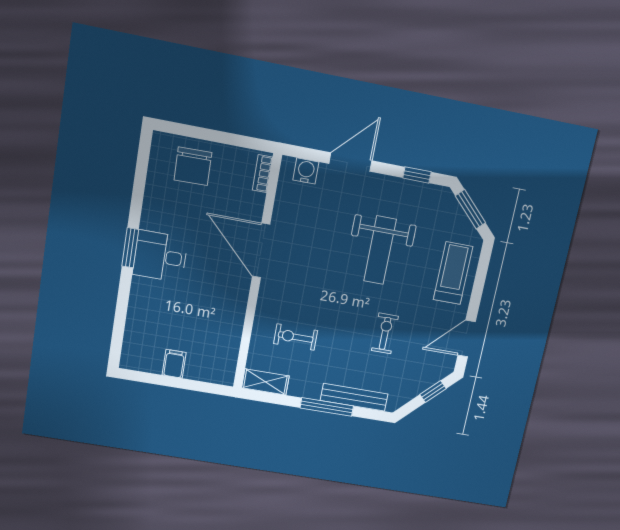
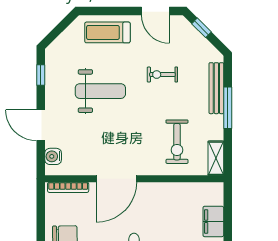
bookcase: (262, 174) -> (68, 187), width x1.56
window: (470, 209) -> (58, 30), removed
exercise bike: (296, 337) -> (177, 142), width x1.38, depth x1.39
filing cabinet: (174, 364) -> (213, 221), width x2.00

